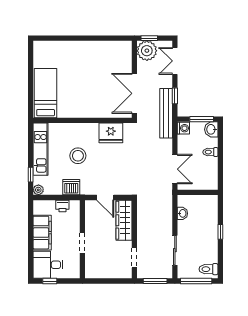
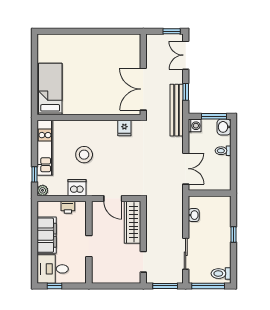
window: (149, 38) -> (172, 31), moved
plant: (147, 51) -> (156, 44), removed
fridge: (111, 133) -> (124, 128), width x0.53, depth x0.75

